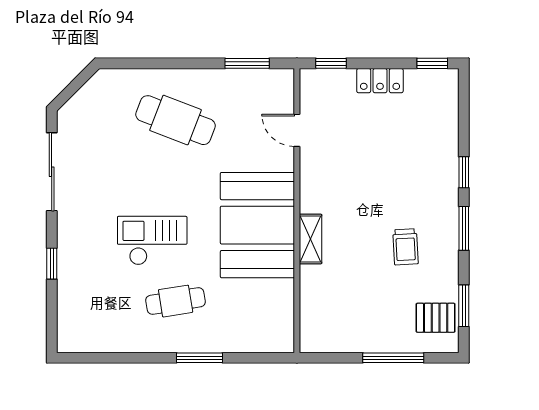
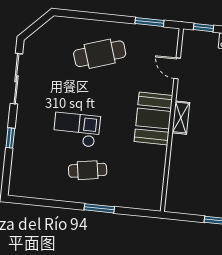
cafe table: (176, 120) -> (100, 54), turned -39
booth: (257, 225) -> (153, 119), width x0.73, depth x0.70
shelving: (311, 239) -> (181, 118), moved

